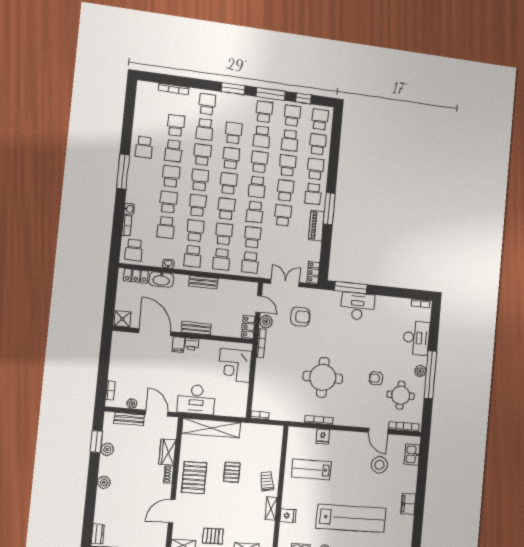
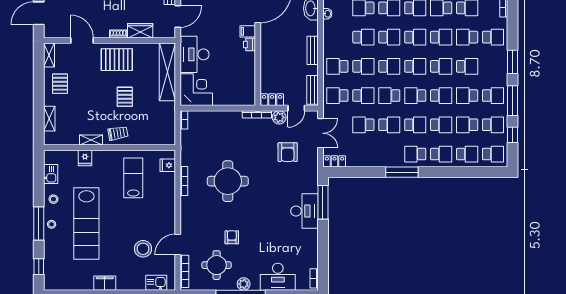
piano: (316, 226) -> (383, 160), removed
school desk: (193, 256) -> (363, 125), moved
bench: (196, 328) -> (312, 90), moved
corner desk: (235, 365) -> (196, 90), moved, turned 90
fridge: (323, 436) -> (168, 165), moved
pallet: (232, 472) -> (125, 97), turned 90

